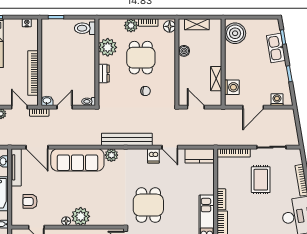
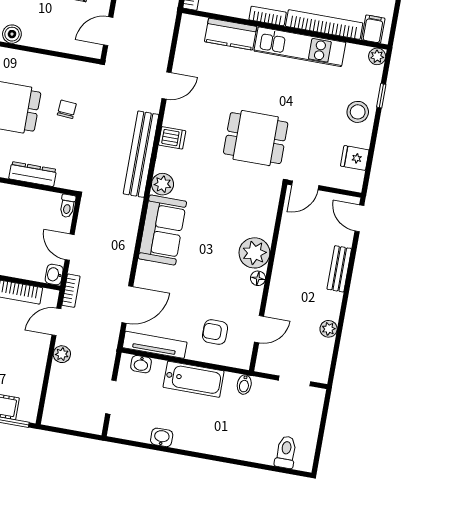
dresser: (104, 74) -> (33, 174), width x1.44
dishwasher: (153, 156) -> (172, 138), moved
kitchen counter: (200, 156) -> (231, 34), moved, turned 90
sofa: (77, 160) -> (162, 230), width x0.73
armchair: (30, 201) -> (215, 332), turned 90

